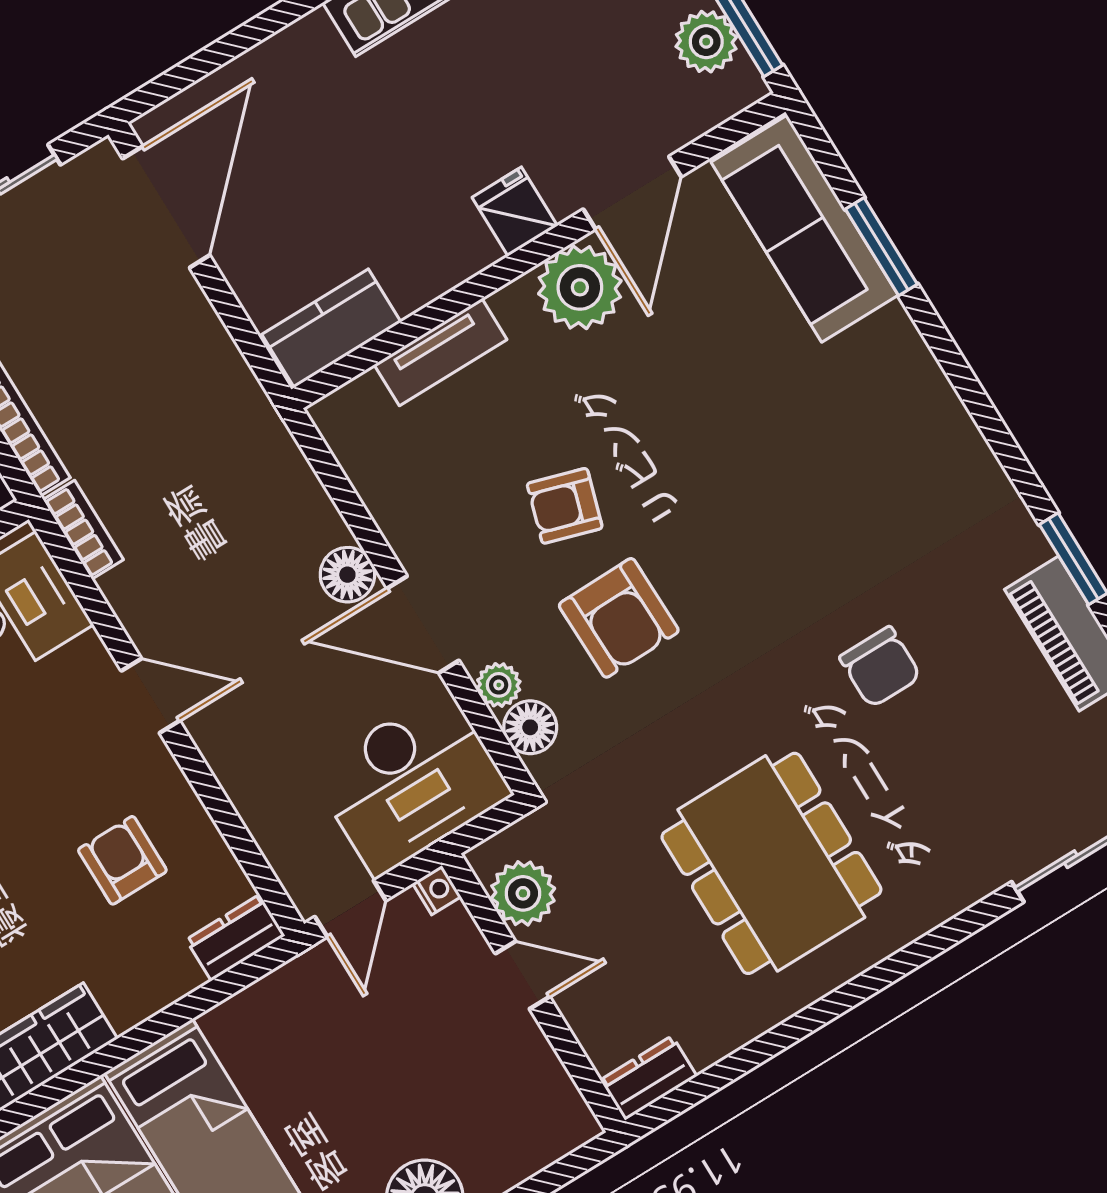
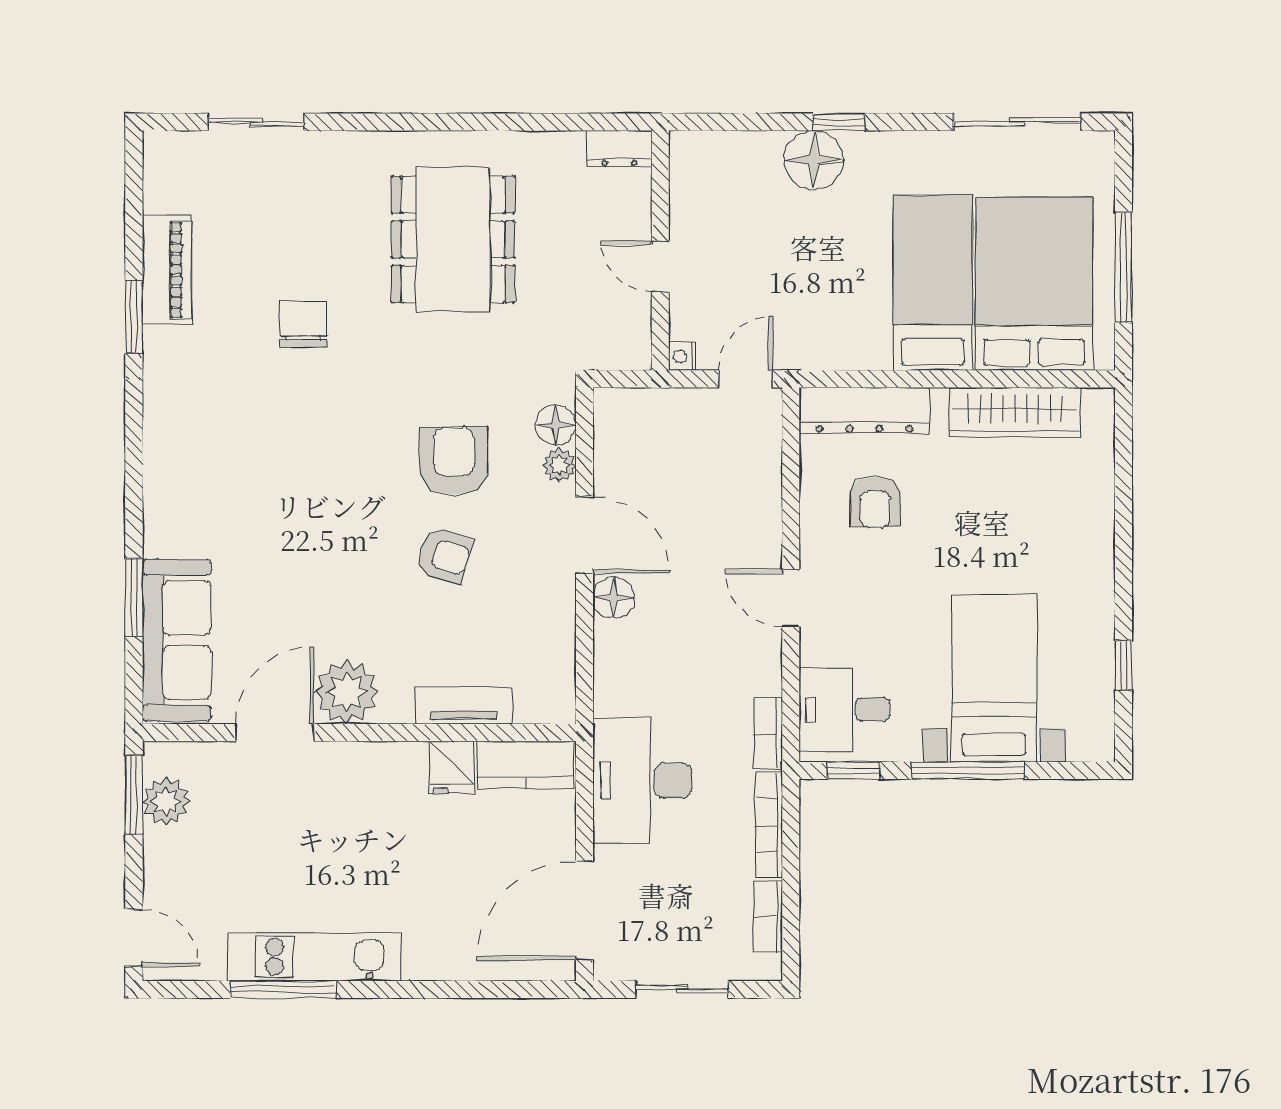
fridge: (515, 212) -> (452, 768), moved
desk: (411, 783) -> (642, 781), moved, turned -90
plant: (523, 893) -> (627, 320), removed
dresser: (236, 938) -> (864, 411), width x1.96, depth x1.24

